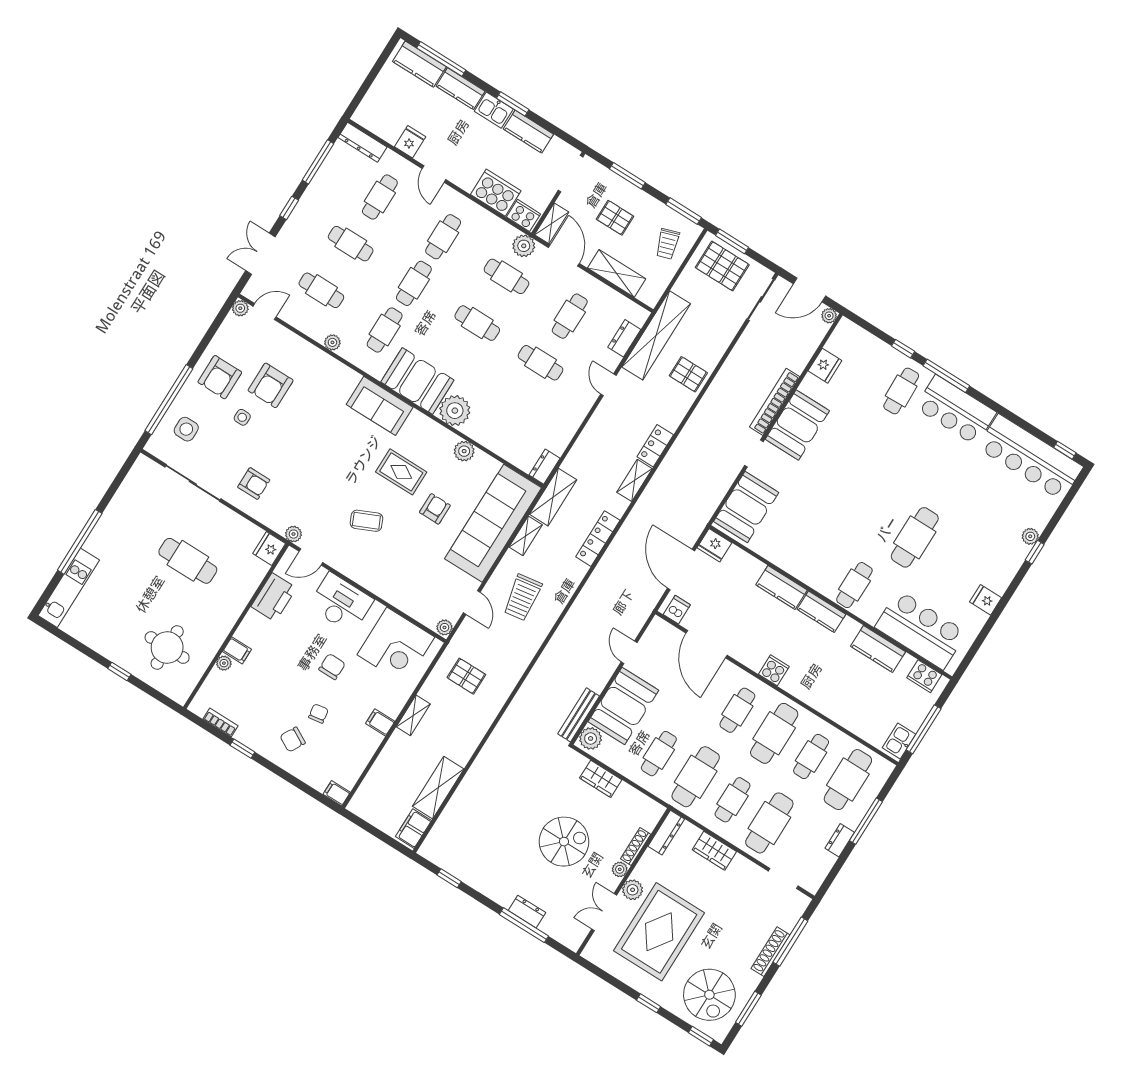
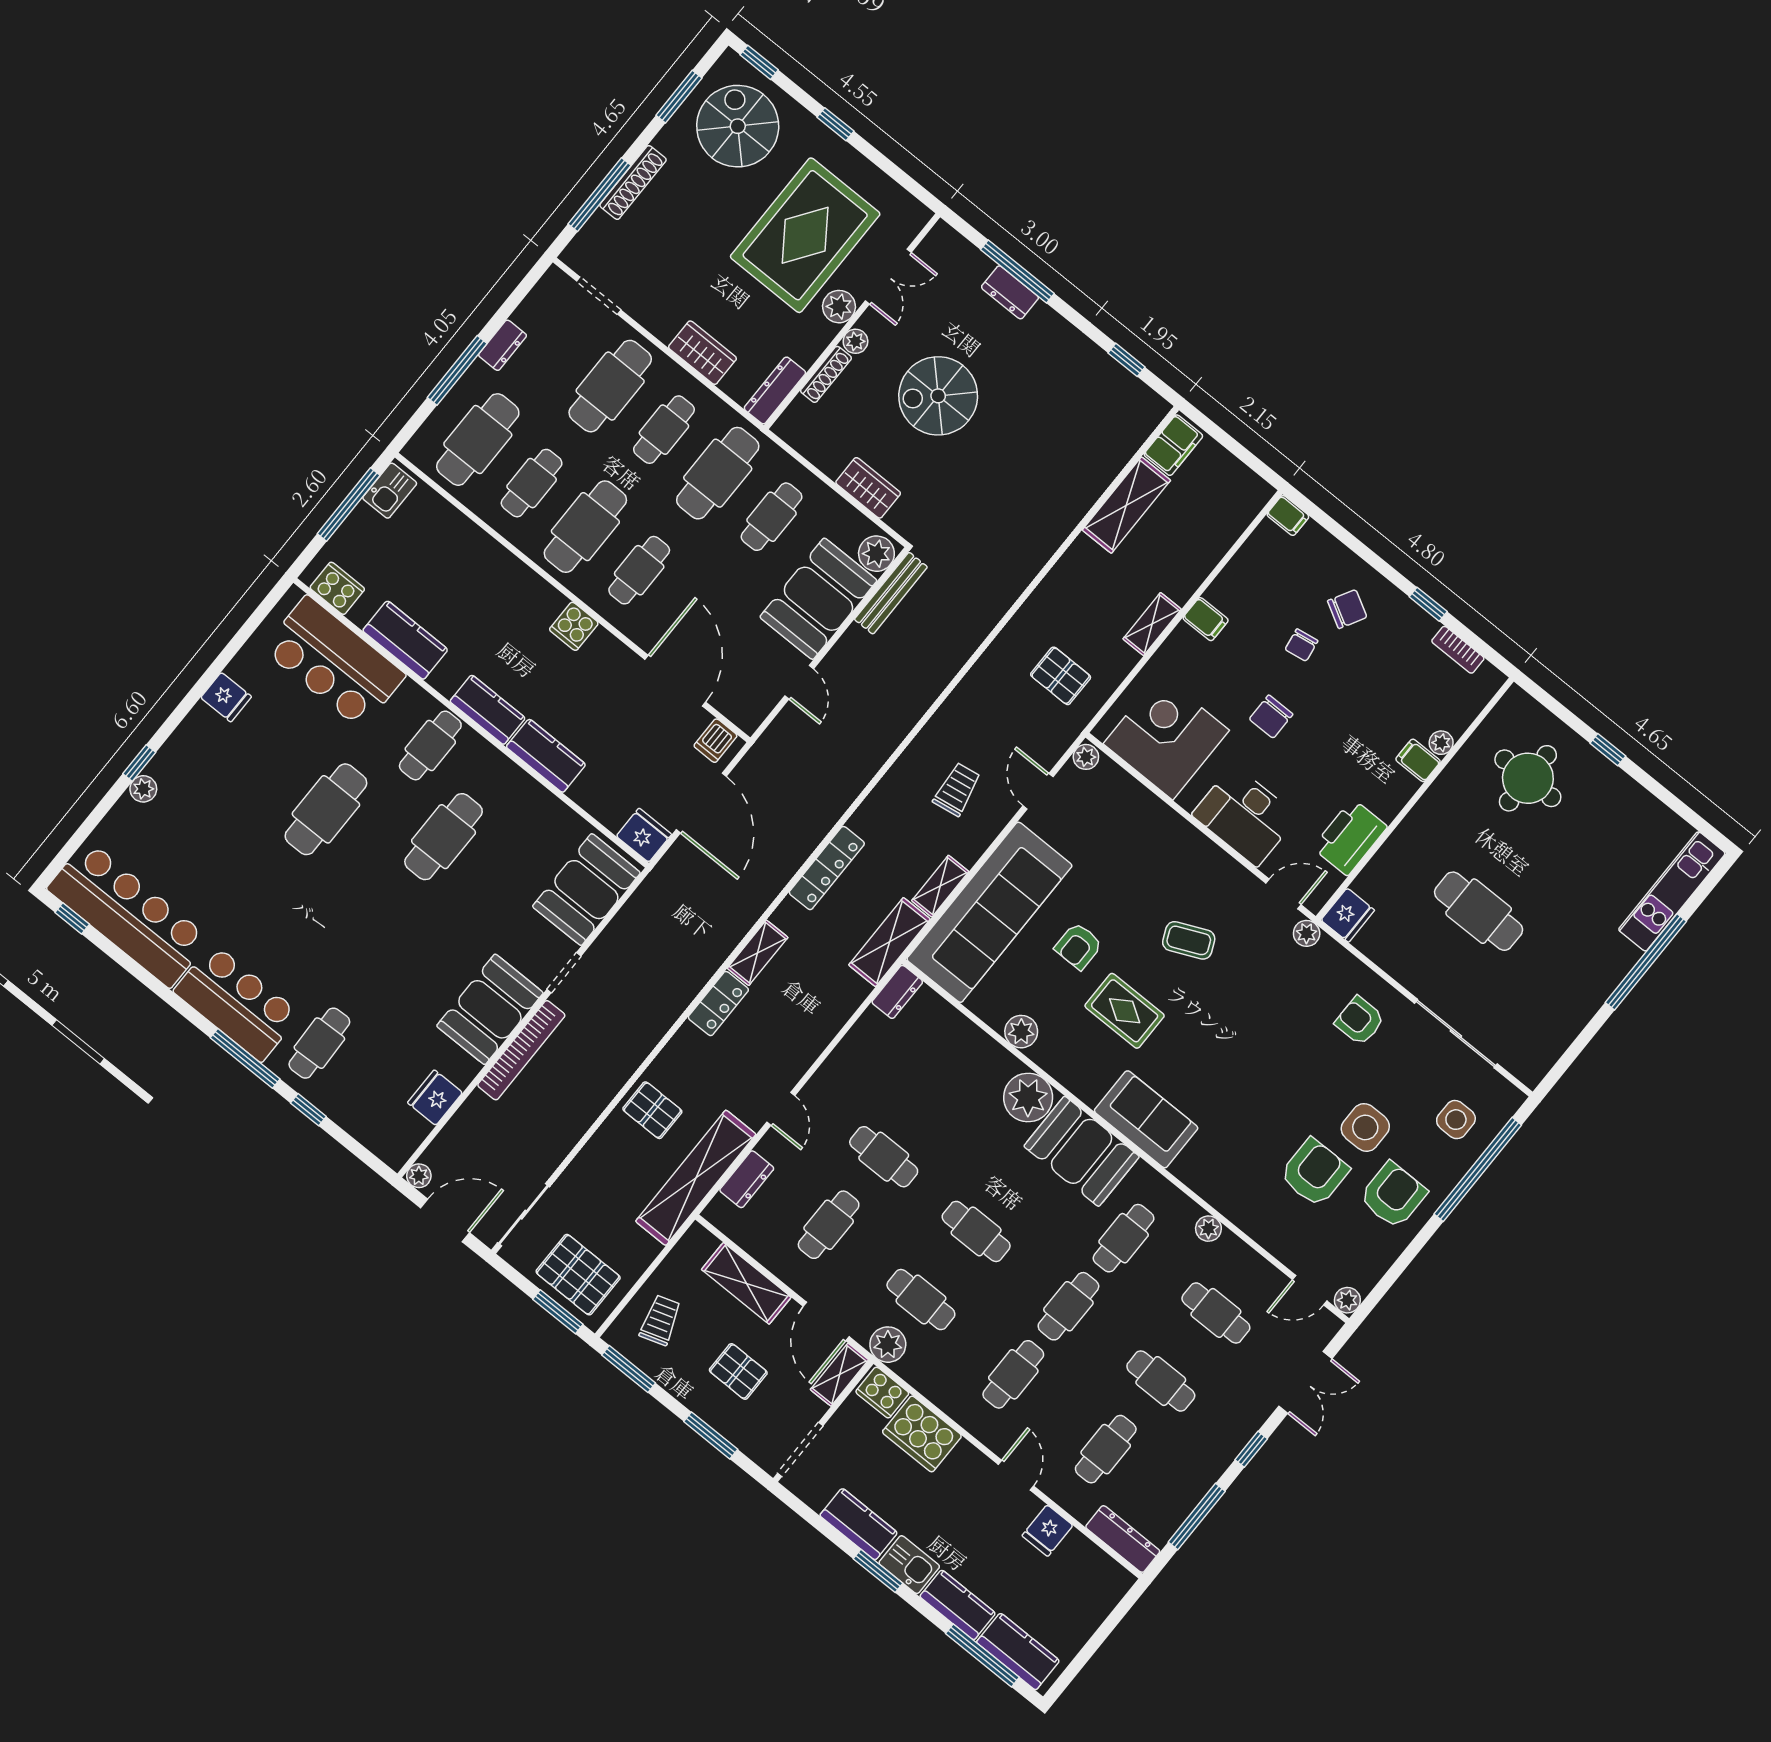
side table: (242, 417) -> (1365, 1127), width x1.87, depth x1.87
cafe table: (839, 529) -> (444, 837), added
trolley: (523, 598) -> (957, 789), width x0.73, depth x0.72

